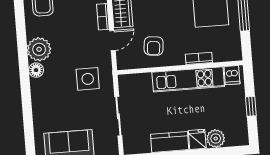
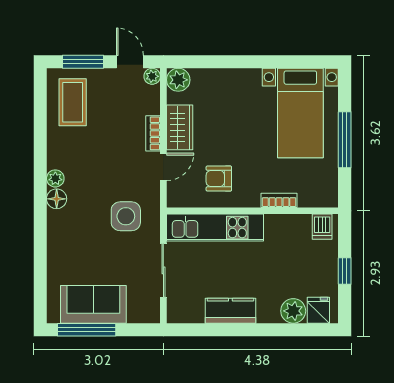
armchair: (154, 46) -> (219, 179), turned 84
plant: (39, 49) -> (55, 178), width x0.53, depth x0.53
kitchen unit: (188, 79) -> (215, 228), moved
fridge: (197, 139) -> (318, 310), moved

